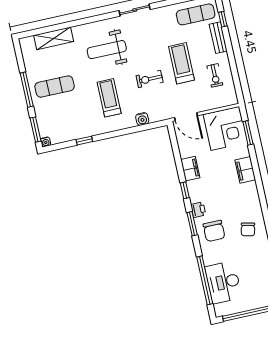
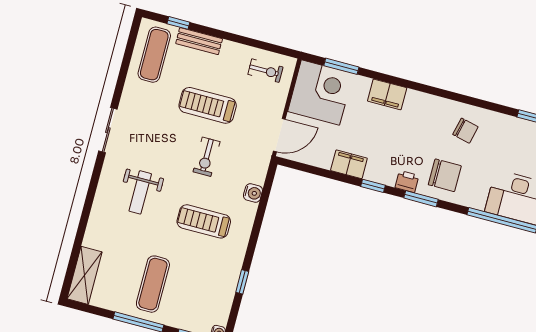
shelving: (54, 38) -> (85, 275), moved
weight bench: (107, 50) -> (140, 192), width x0.73, depth x0.75
exercise bike: (215, 75) -> (265, 71), moved

